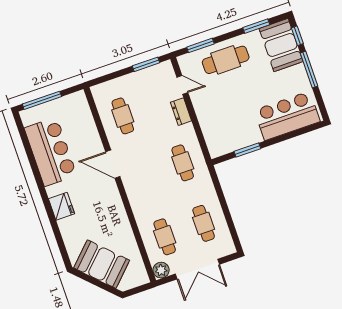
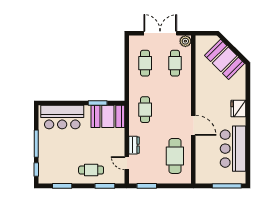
booth: (281, 45) -> (108, 116), moved, turned 90
cafe table: (226, 60) -> (91, 170), width x0.73, depth x0.74
cafe table: (123, 116) -> (175, 156), width x1.37, depth x1.35

